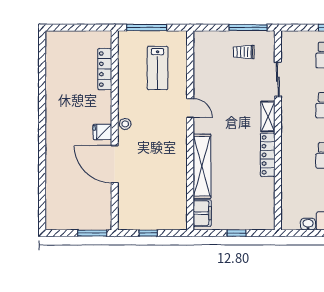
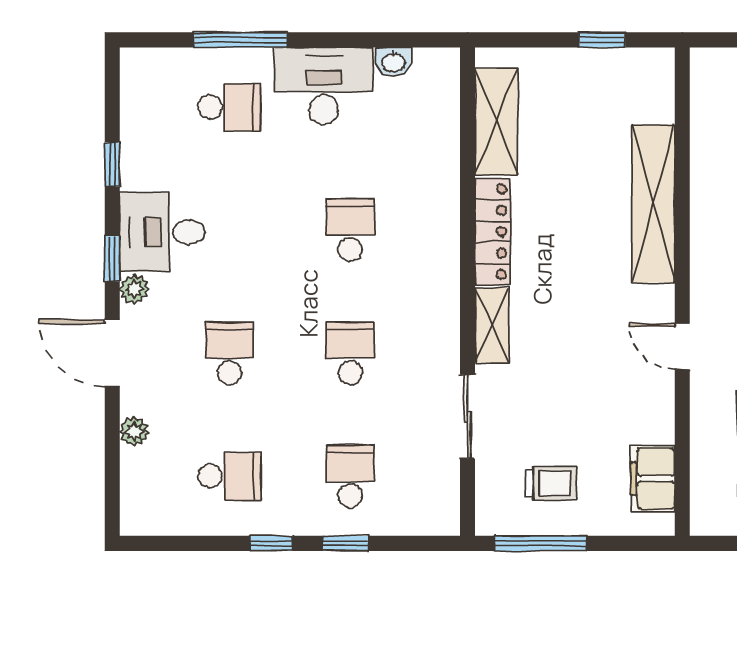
shelving: (266, 200) -> (496, 122), added
filing cabinet: (202, 213) -> (653, 479), moved
window: (236, 233) -> (602, 40), moved

